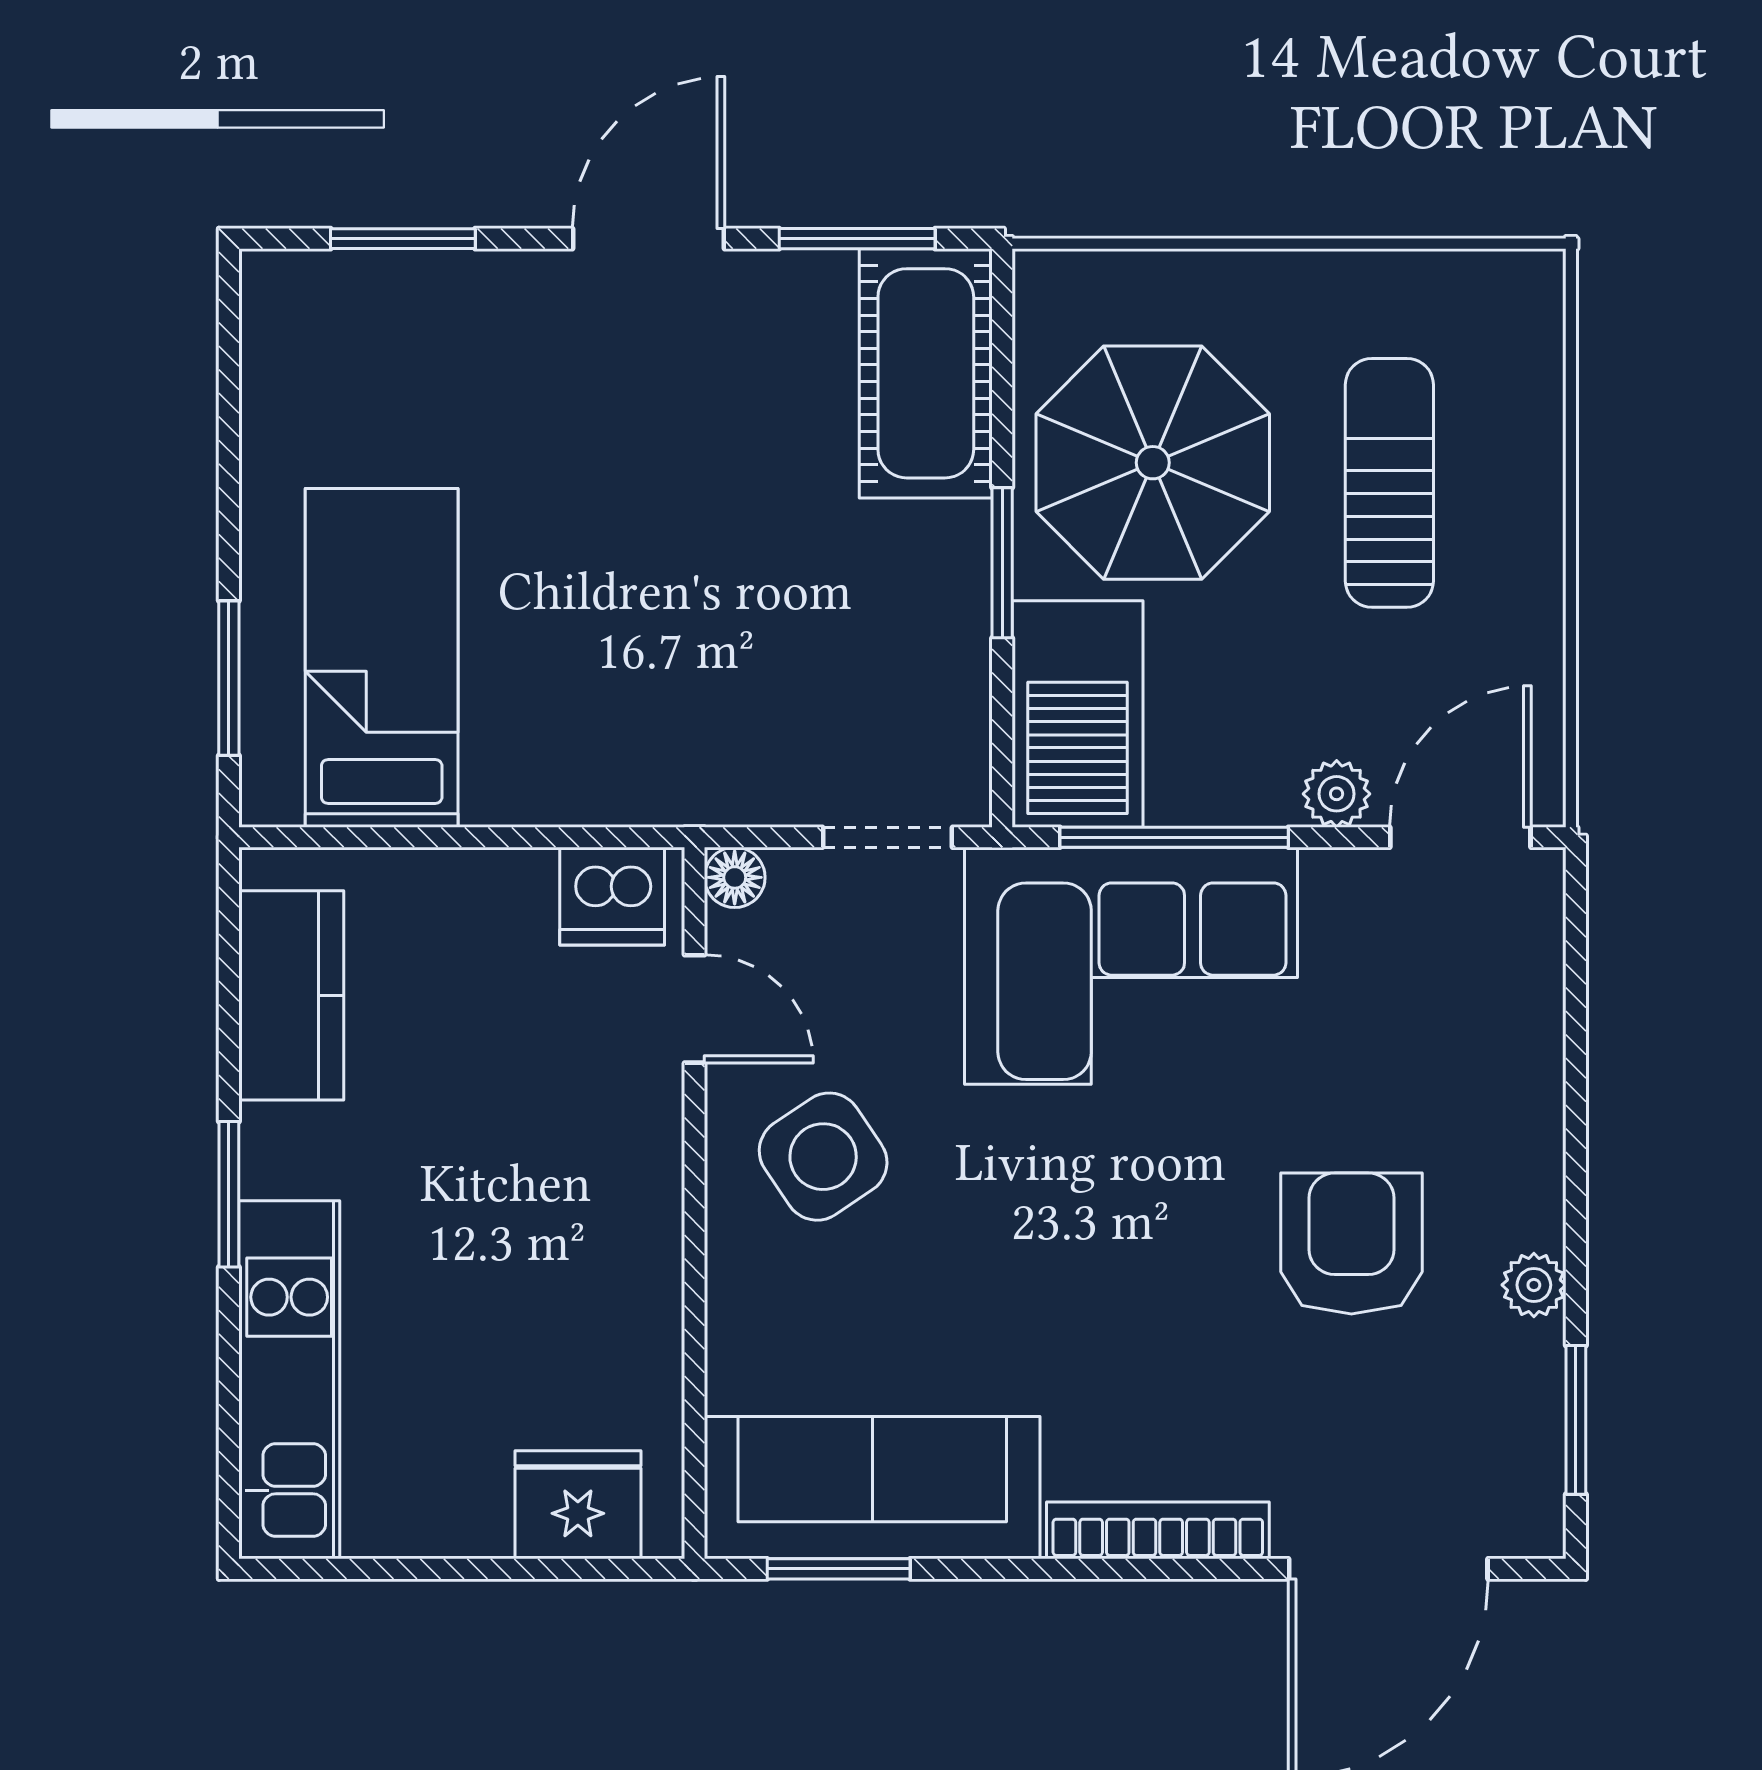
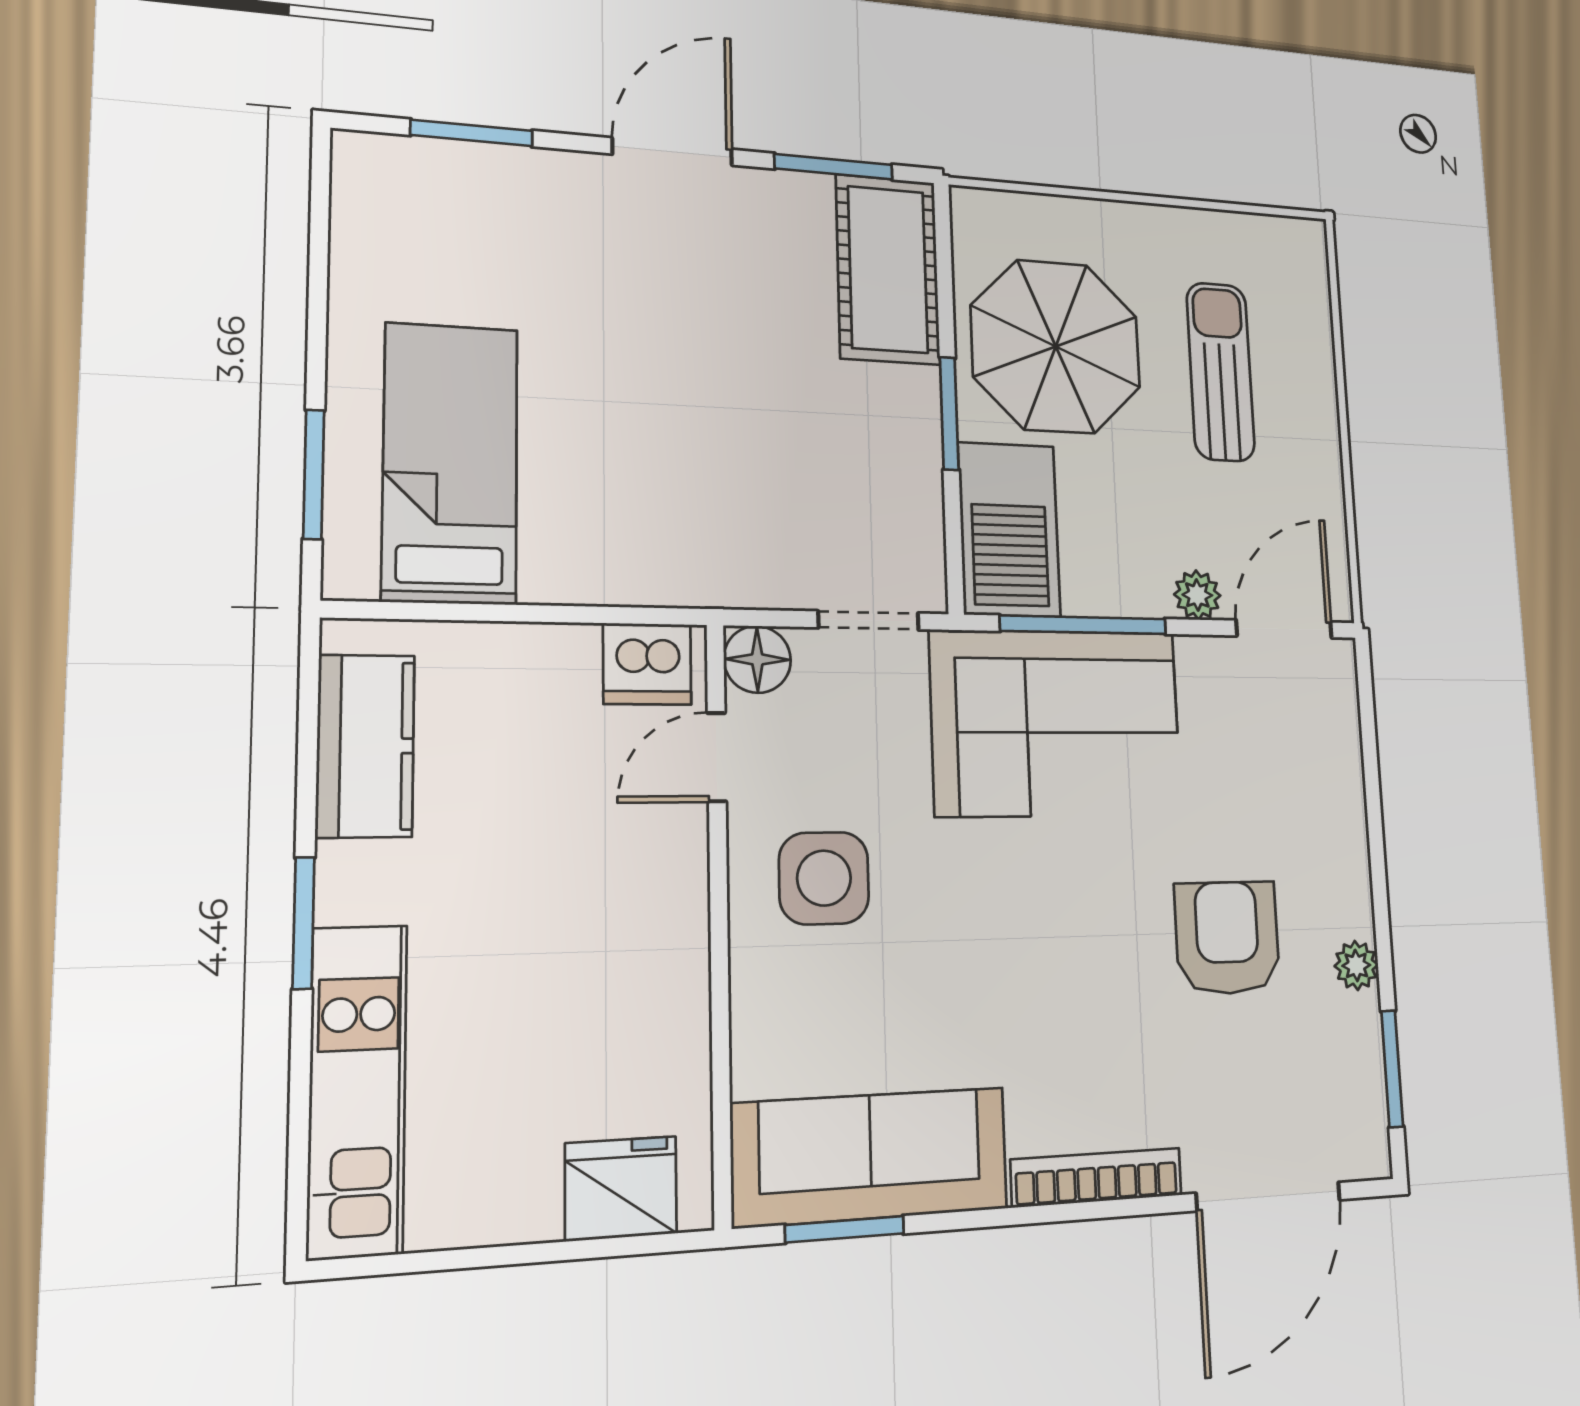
floor lamp: (735, 877) -> (757, 659), width x1.37, depth x1.37
door: (695, 1009) -> (717, 757), swing flipped
side table: (823, 1157) -> (824, 878), turned 34

